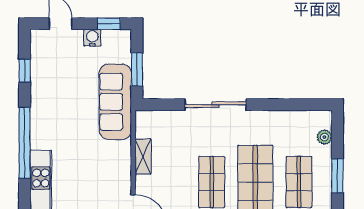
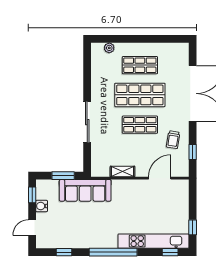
window: (337, 176) -> (136, 39), removed

